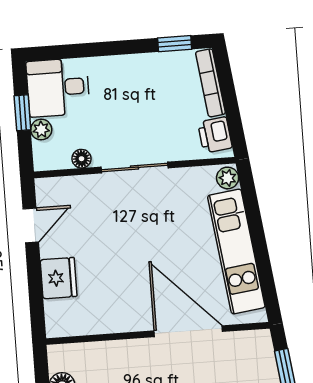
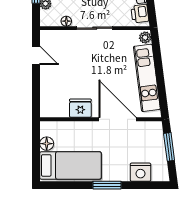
door: (31, 225) -> (36, 55), hinge flipped
fridge: (59, 278) -> (80, 108), moved, turned -90

